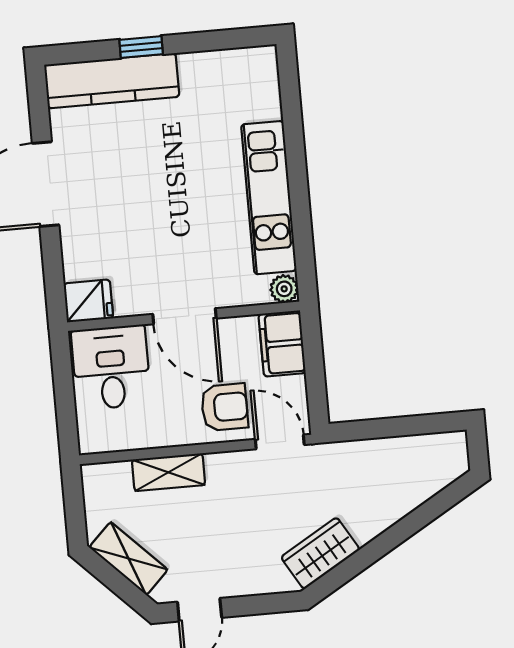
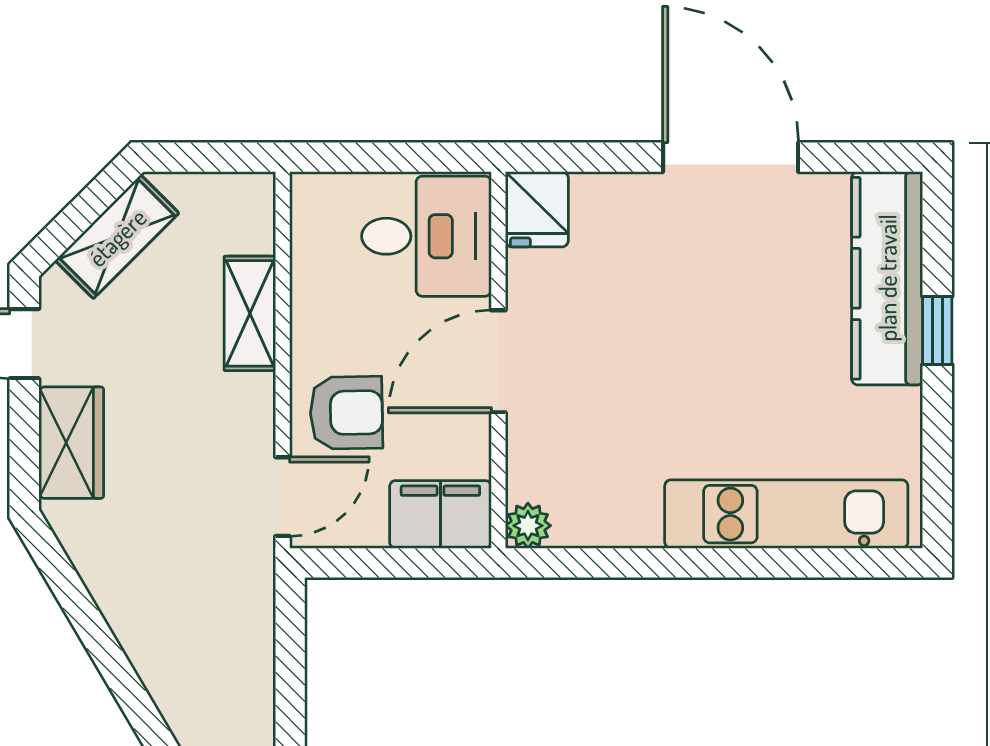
kitchen unit: (269, 198) -> (786, 514), moved
armchair: (224, 407) -> (346, 413), turned -91
wardrobe: (320, 553) -> (71, 443), moved, turned 31

